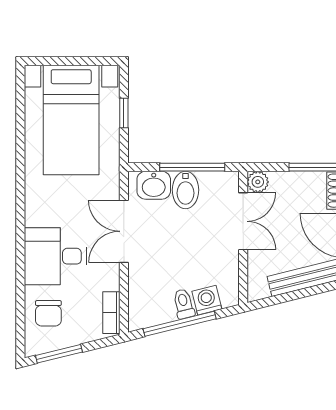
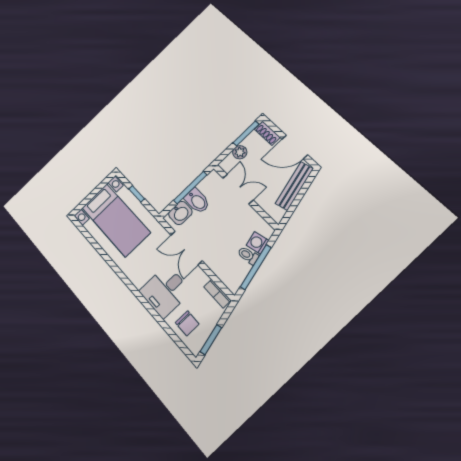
plant: (258, 182) -> (240, 152), moved

